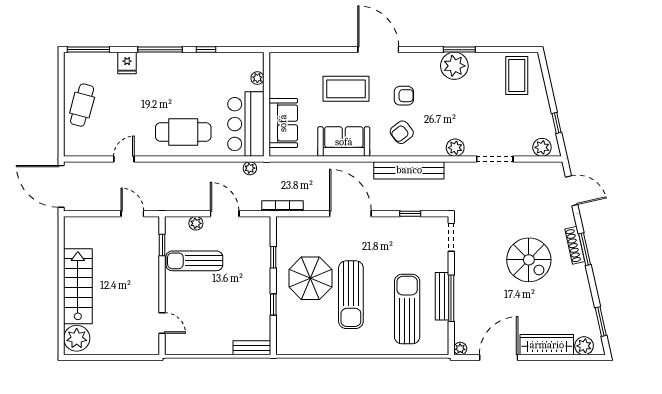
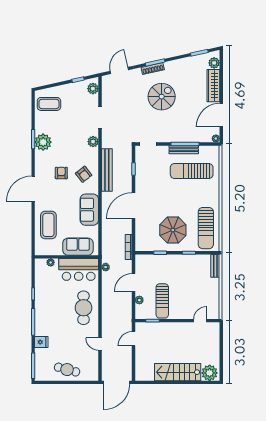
coffee table: (346, 89) -> (48, 225), moved
sun lounger: (351, 295) -> (206, 228), moved, turned 90
door: (499, 358) -> (221, 115), hinge flipped

